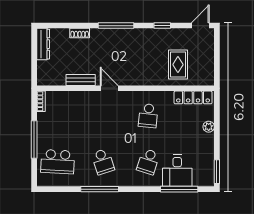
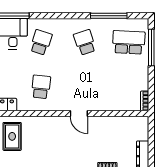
bench: (81, 80) -> (106, 121), removed
window: (34, 140) -> (151, 47), moved
window: (100, 189) -> (109, 16), moved

